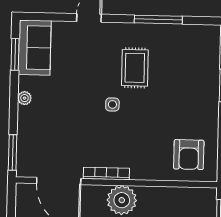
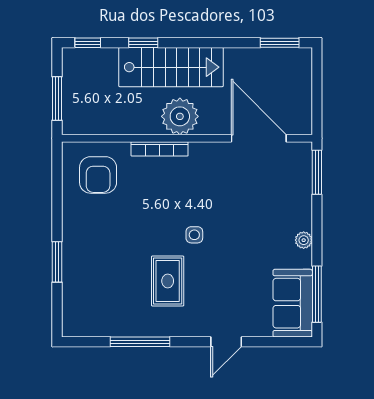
window: (15, 54) -> (317, 294), width x1.44
armchair: (189, 155) -> (98, 175), turned 180
bookcase: (106, 174) -> (160, 149), moved

